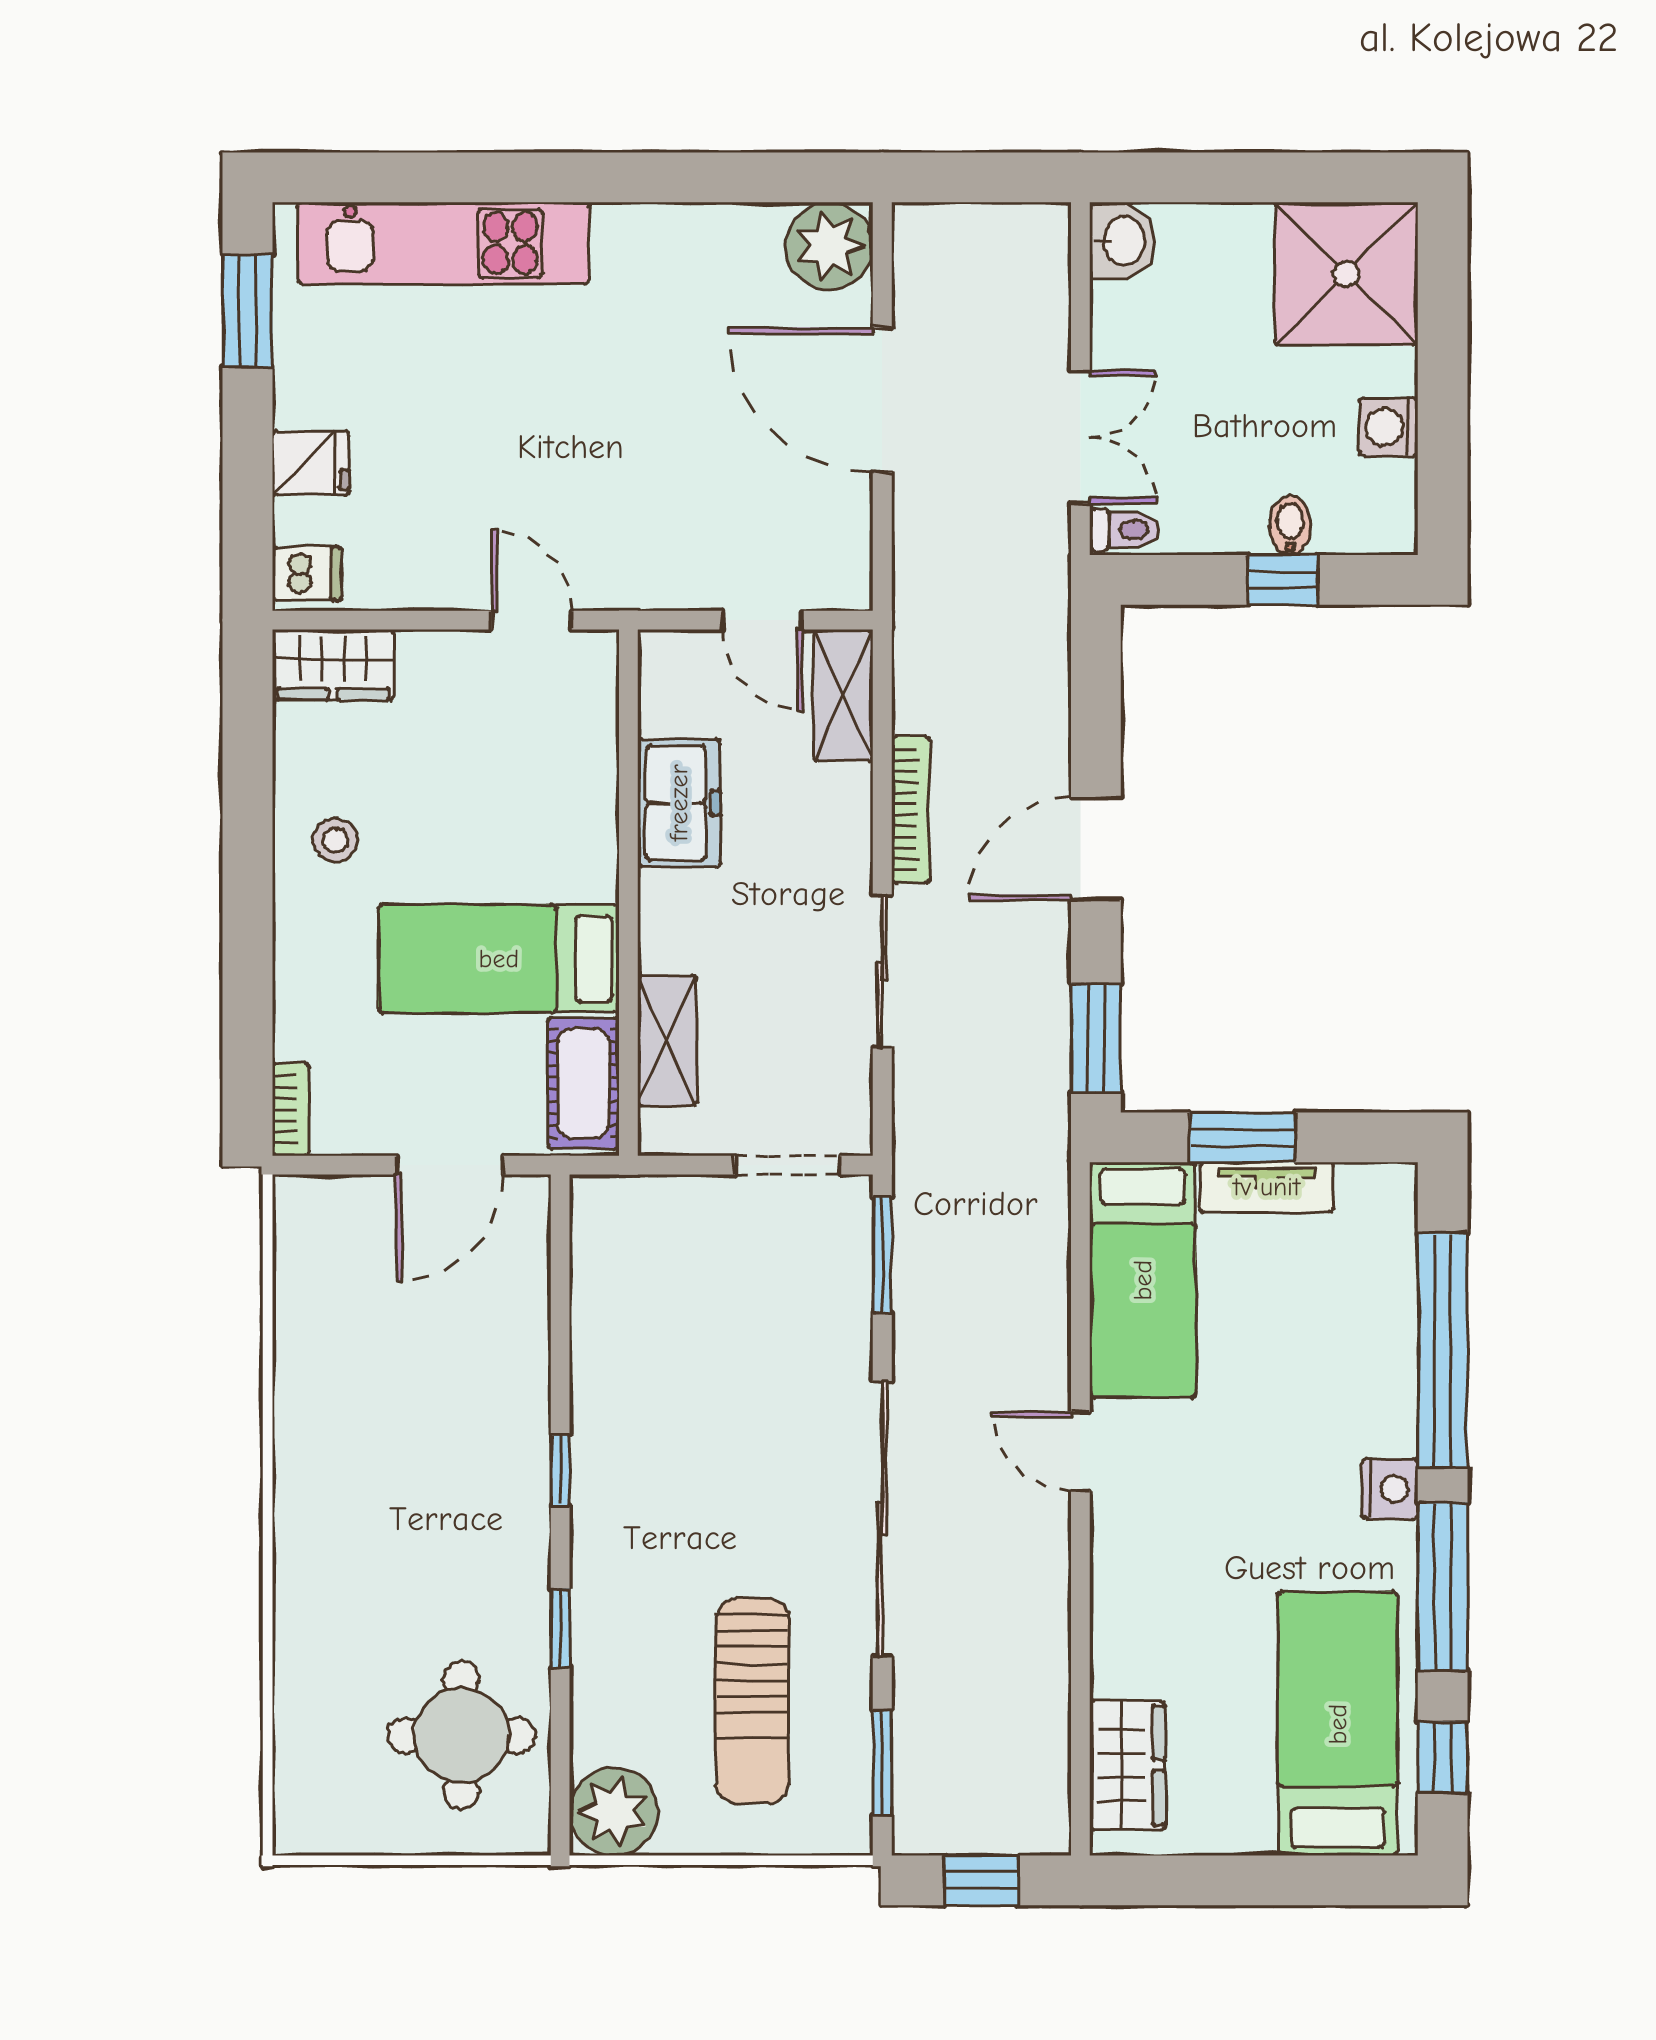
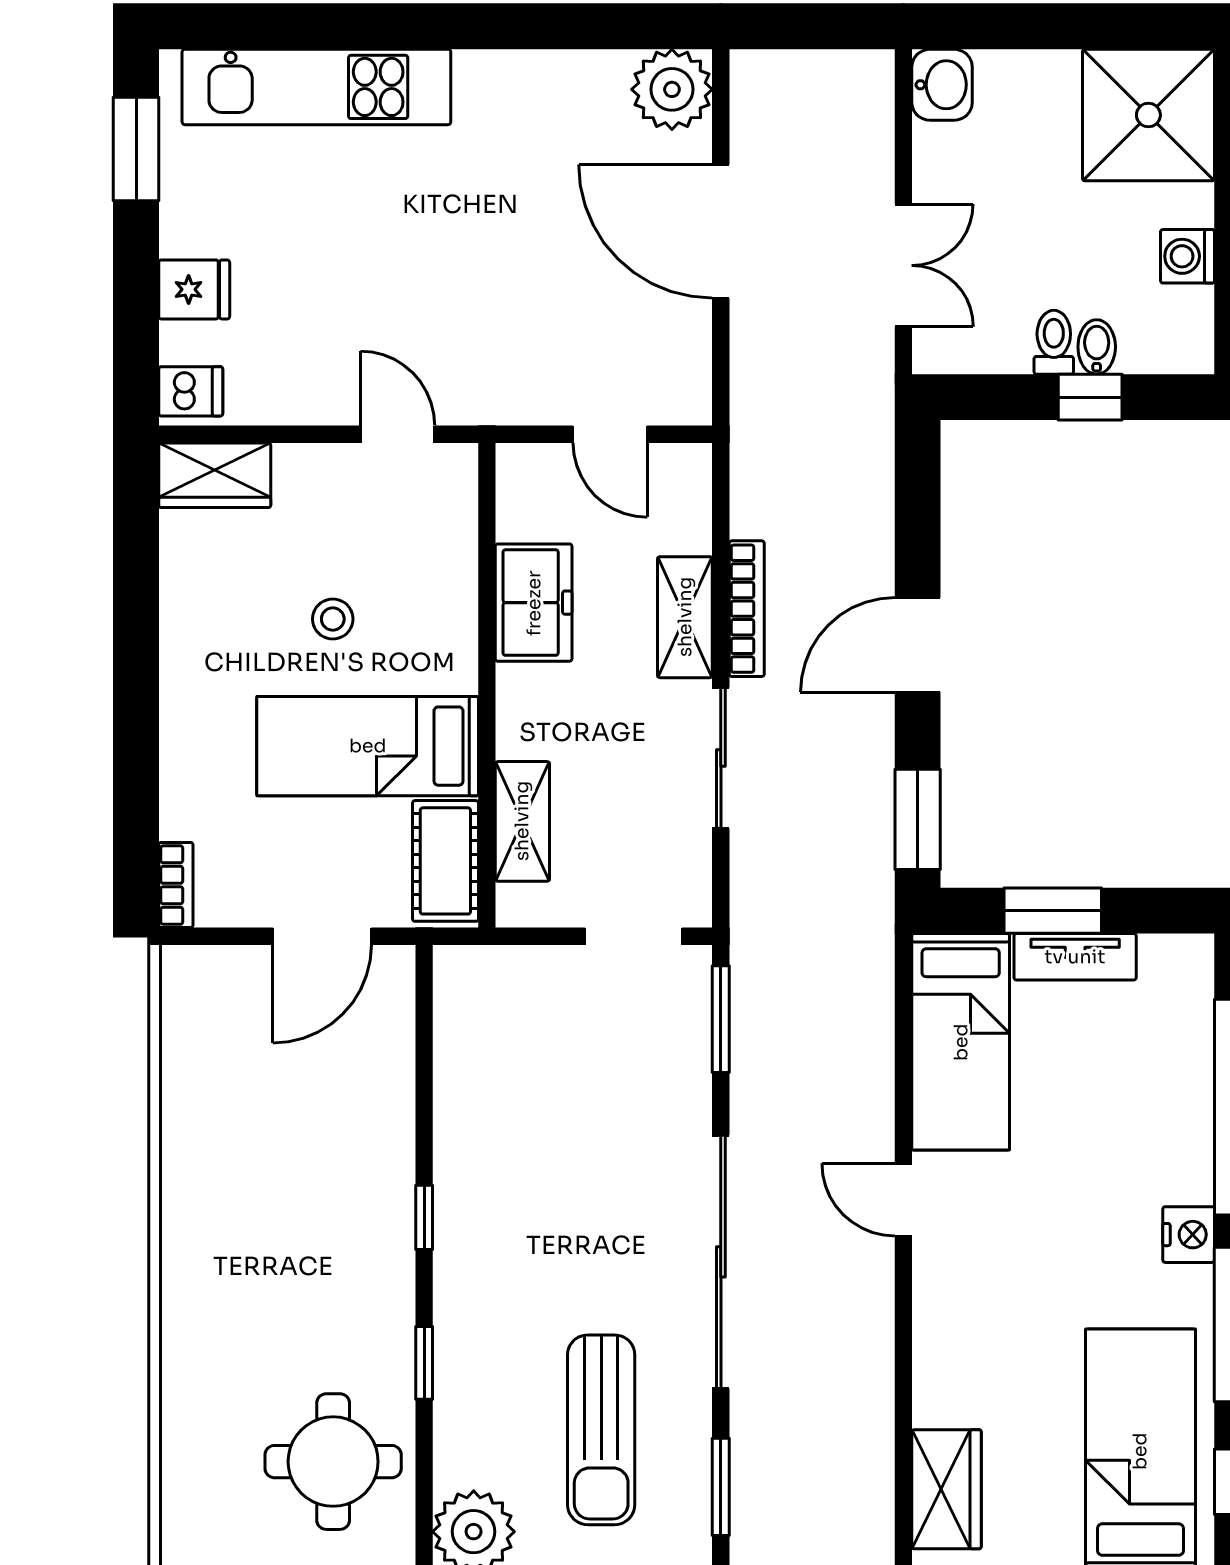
toilet: (1124, 530) -> (1054, 342), moved, turned -90
shelving: (843, 695) -> (685, 617), moved
stool: (335, 840) -> (333, 619), moved

